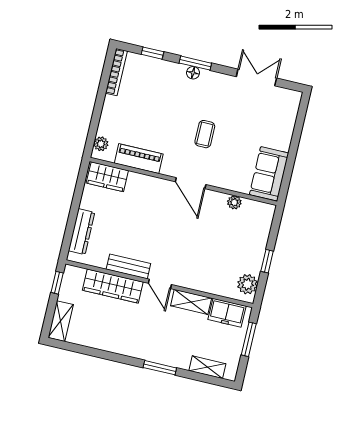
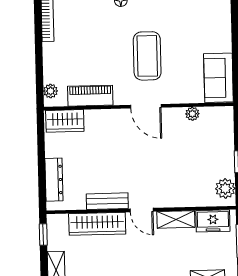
coffee table: (205, 134) -> (147, 56), width x1.86, depth x1.72

